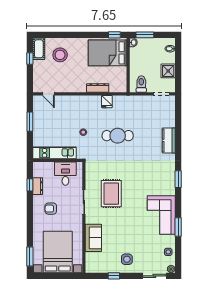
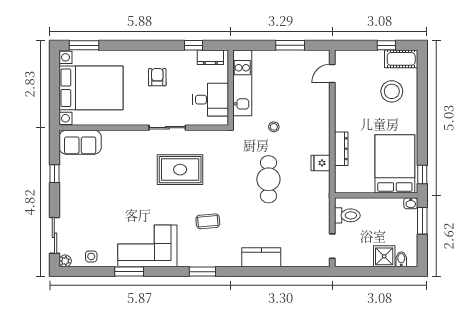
shower: (168, 71) -> (384, 256), moved
coffee table: (145, 175) -> (208, 221), added
dresser: (38, 186) -> (210, 57), moved
sofa: (93, 238) -> (80, 142), moved
side table: (127, 259) -> (80, 193), removed

